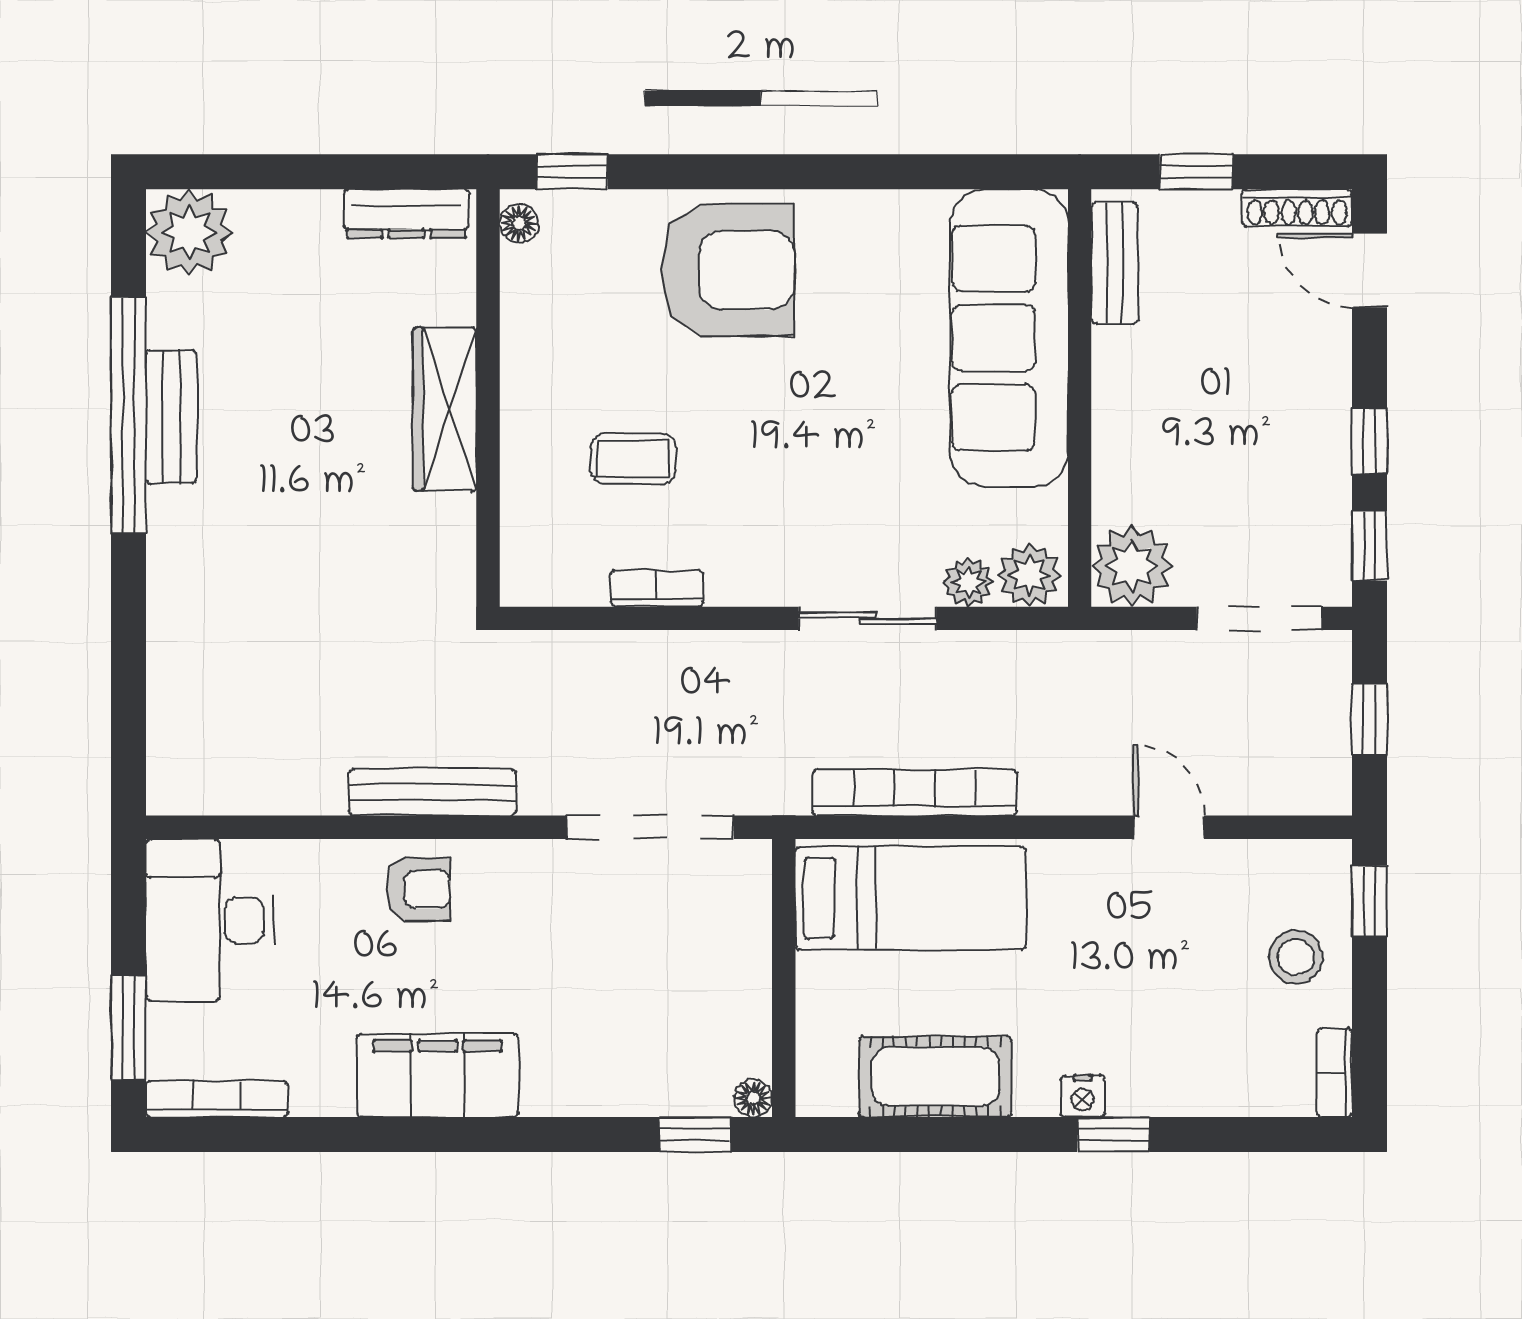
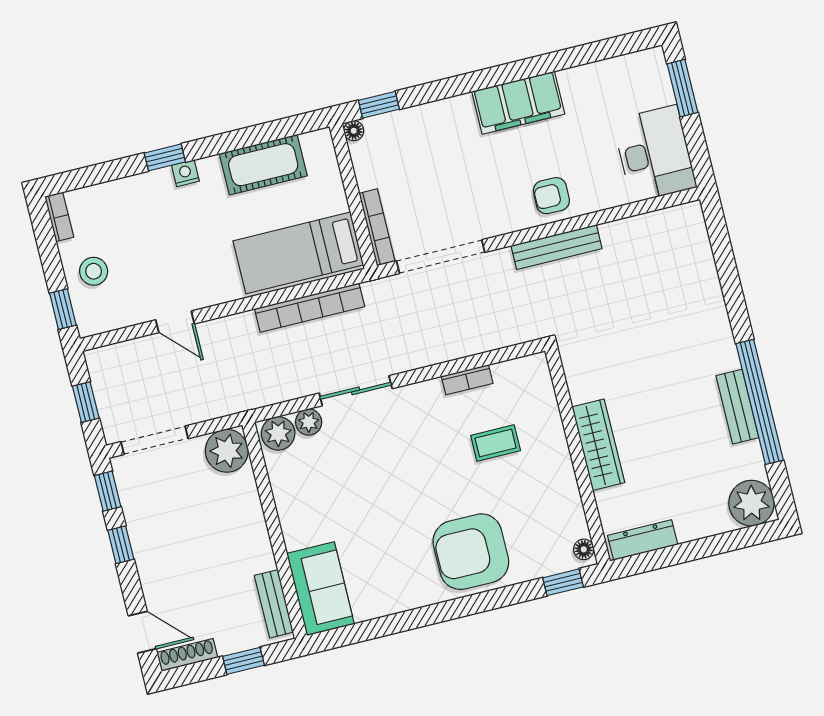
sofa: (1009, 338) -> (321, 589), width x0.54, depth x0.79
bookcase: (217, 1099) -> (377, 227), moved, turned -90

